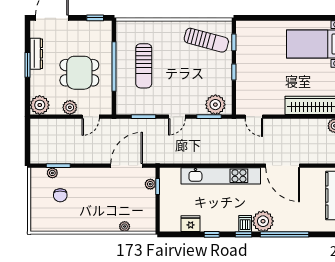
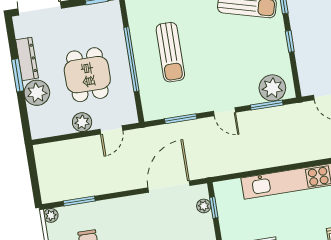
dining table: (79, 73) -> (87, 75), turned 90
plant: (40, 105) -> (37, 93), moved
door: (177, 117) -> (224, 112), hinge flipped
plant: (52, 173) -> (51, 215), moved

